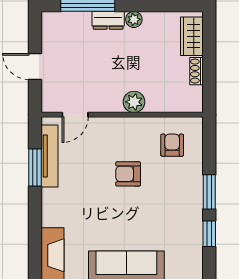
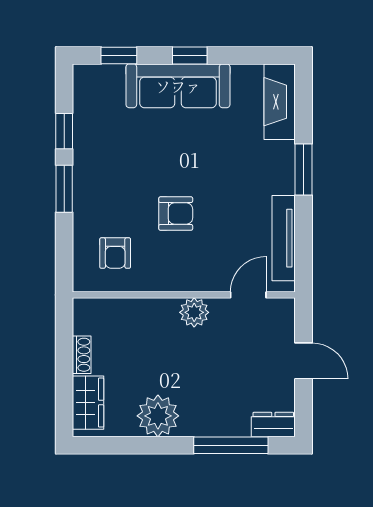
plant: (134, 19) -> (158, 416), width x1.87, depth x1.87
dresser: (108, 20) -> (273, 425), moved
plant: (134, 102) -> (194, 312), moved
window: (35, 168) -> (304, 169), moved

